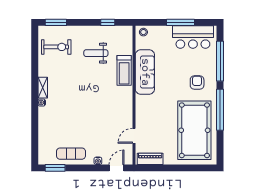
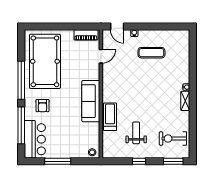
window: (108, 22) -> (139, 161), moved
bar counter: (193, 37) -> (35, 139), moved, turned 90
weight bench: (96, 53) -> (136, 133), turned -90
sofa: (145, 72) -> (91, 101), moved
exercise mat: (71, 154) -> (151, 53), moved
window: (55, 168) -> (174, 27), removed
door: (116, 168) -> (117, 27), hinge flipped

